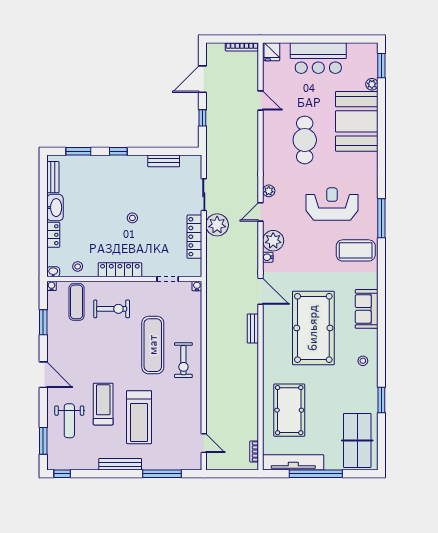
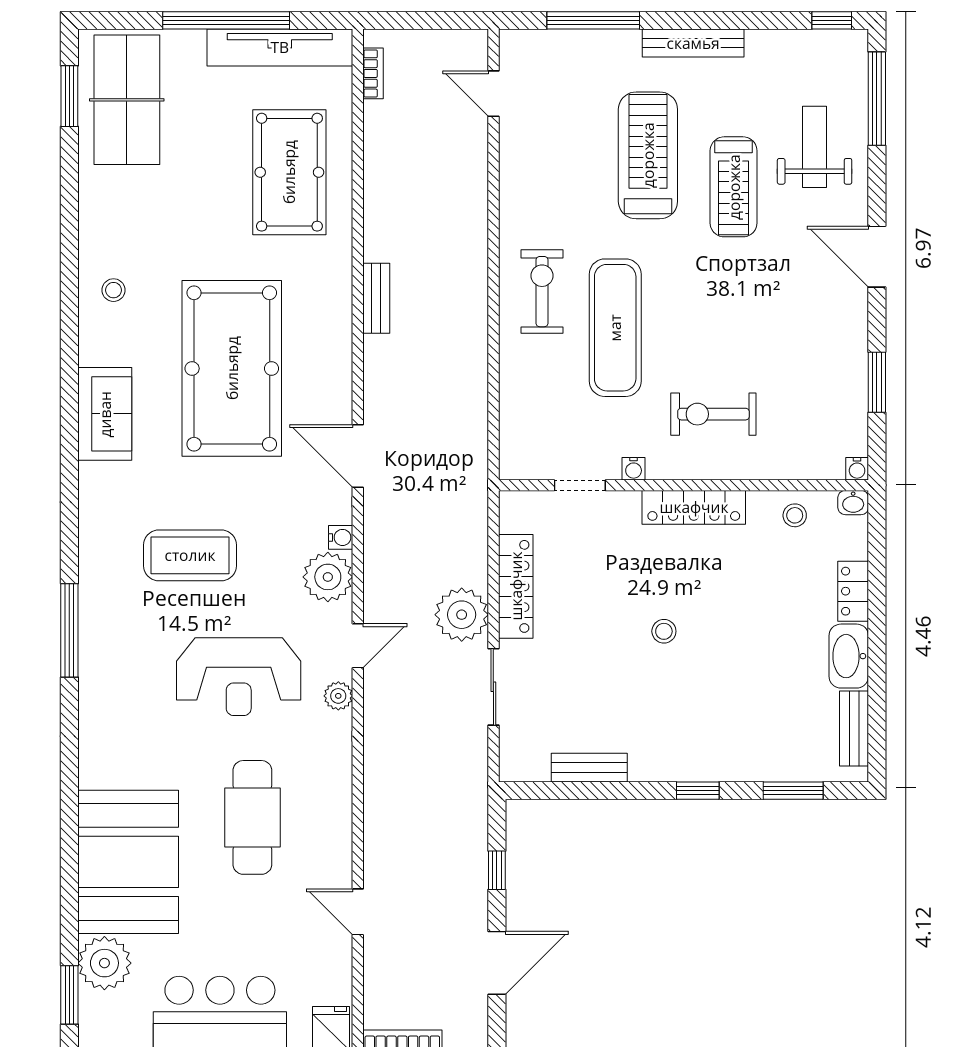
plant: (372, 84) -> (104, 963), width x1.87, depth x1.87
reception desk: (332, 204) -> (239, 677), moved
coffee table: (356, 250) -> (190, 555), moved
water cooler: (197, 286) -> (634, 469), moved
exercise mat: (77, 302) -> (797, 431), removed
bench: (253, 329) -> (376, 298), moved
window: (381, 400) -> (69, 96), moved
window: (43, 441) -> (877, 99), width x1.44

